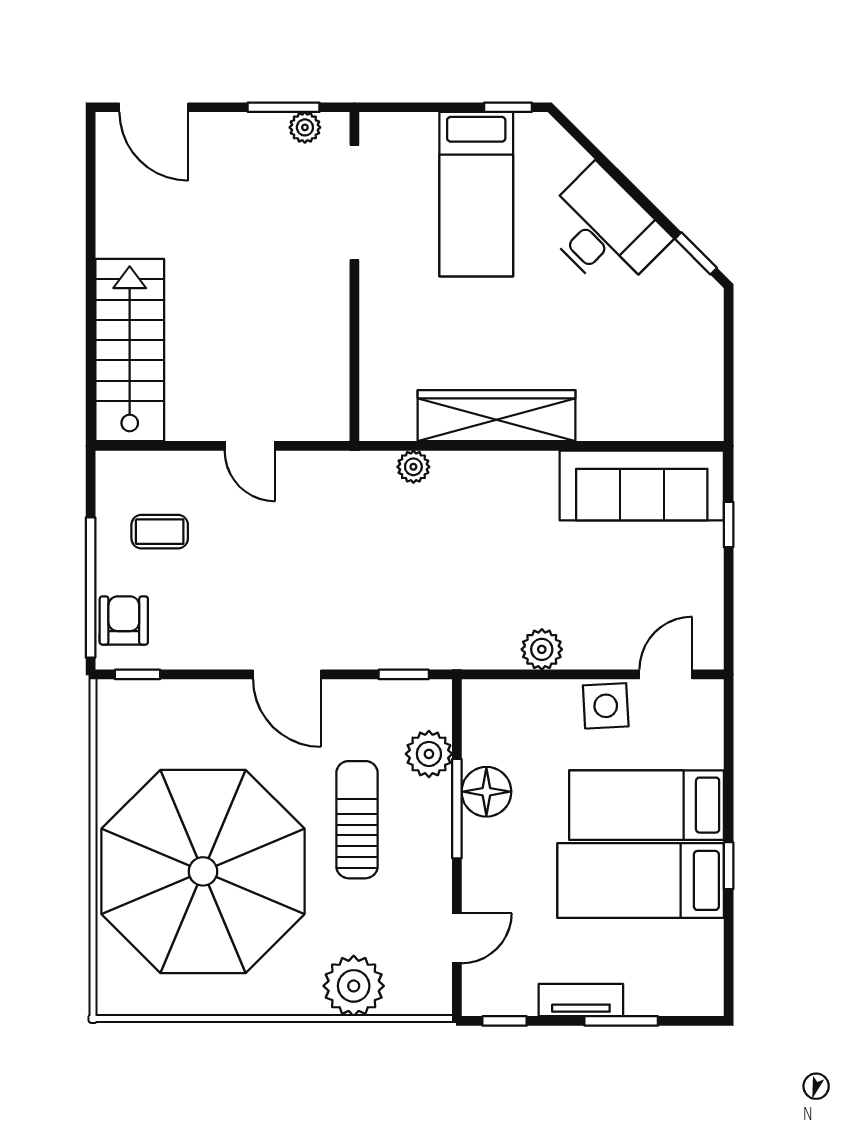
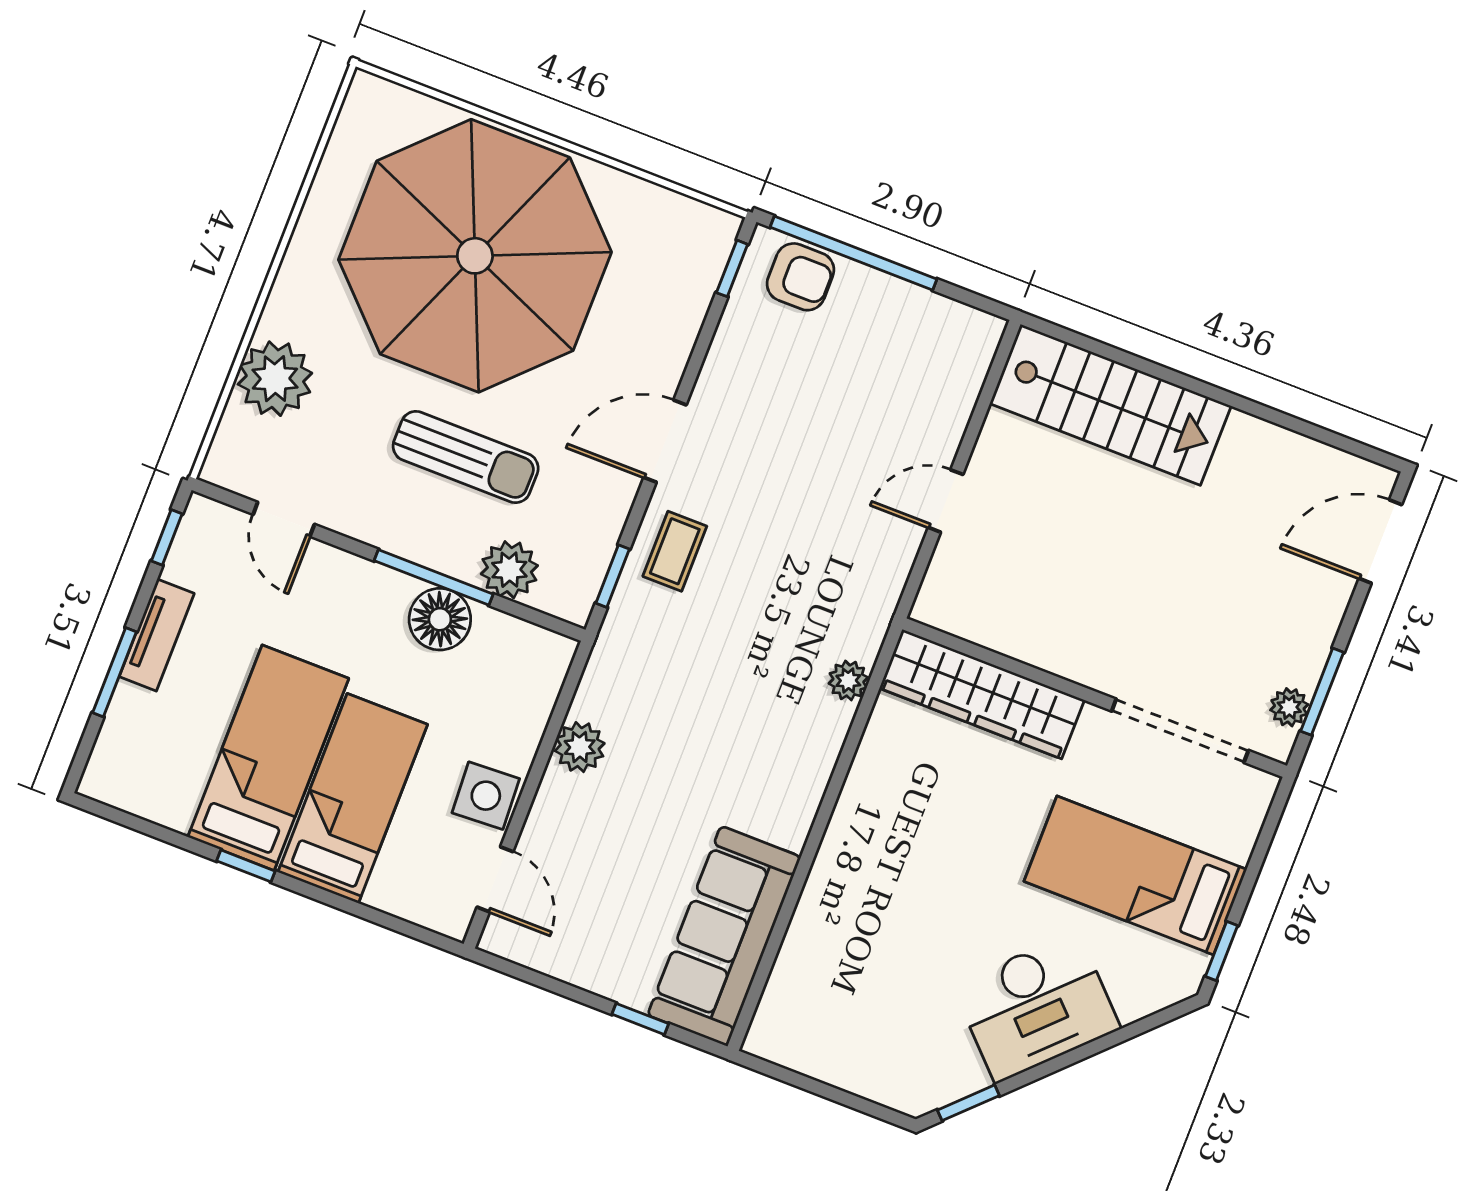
wardrobe: (497, 416) -> (982, 694), moved, turned 90
coffee table: (160, 532) -> (675, 551), moved

